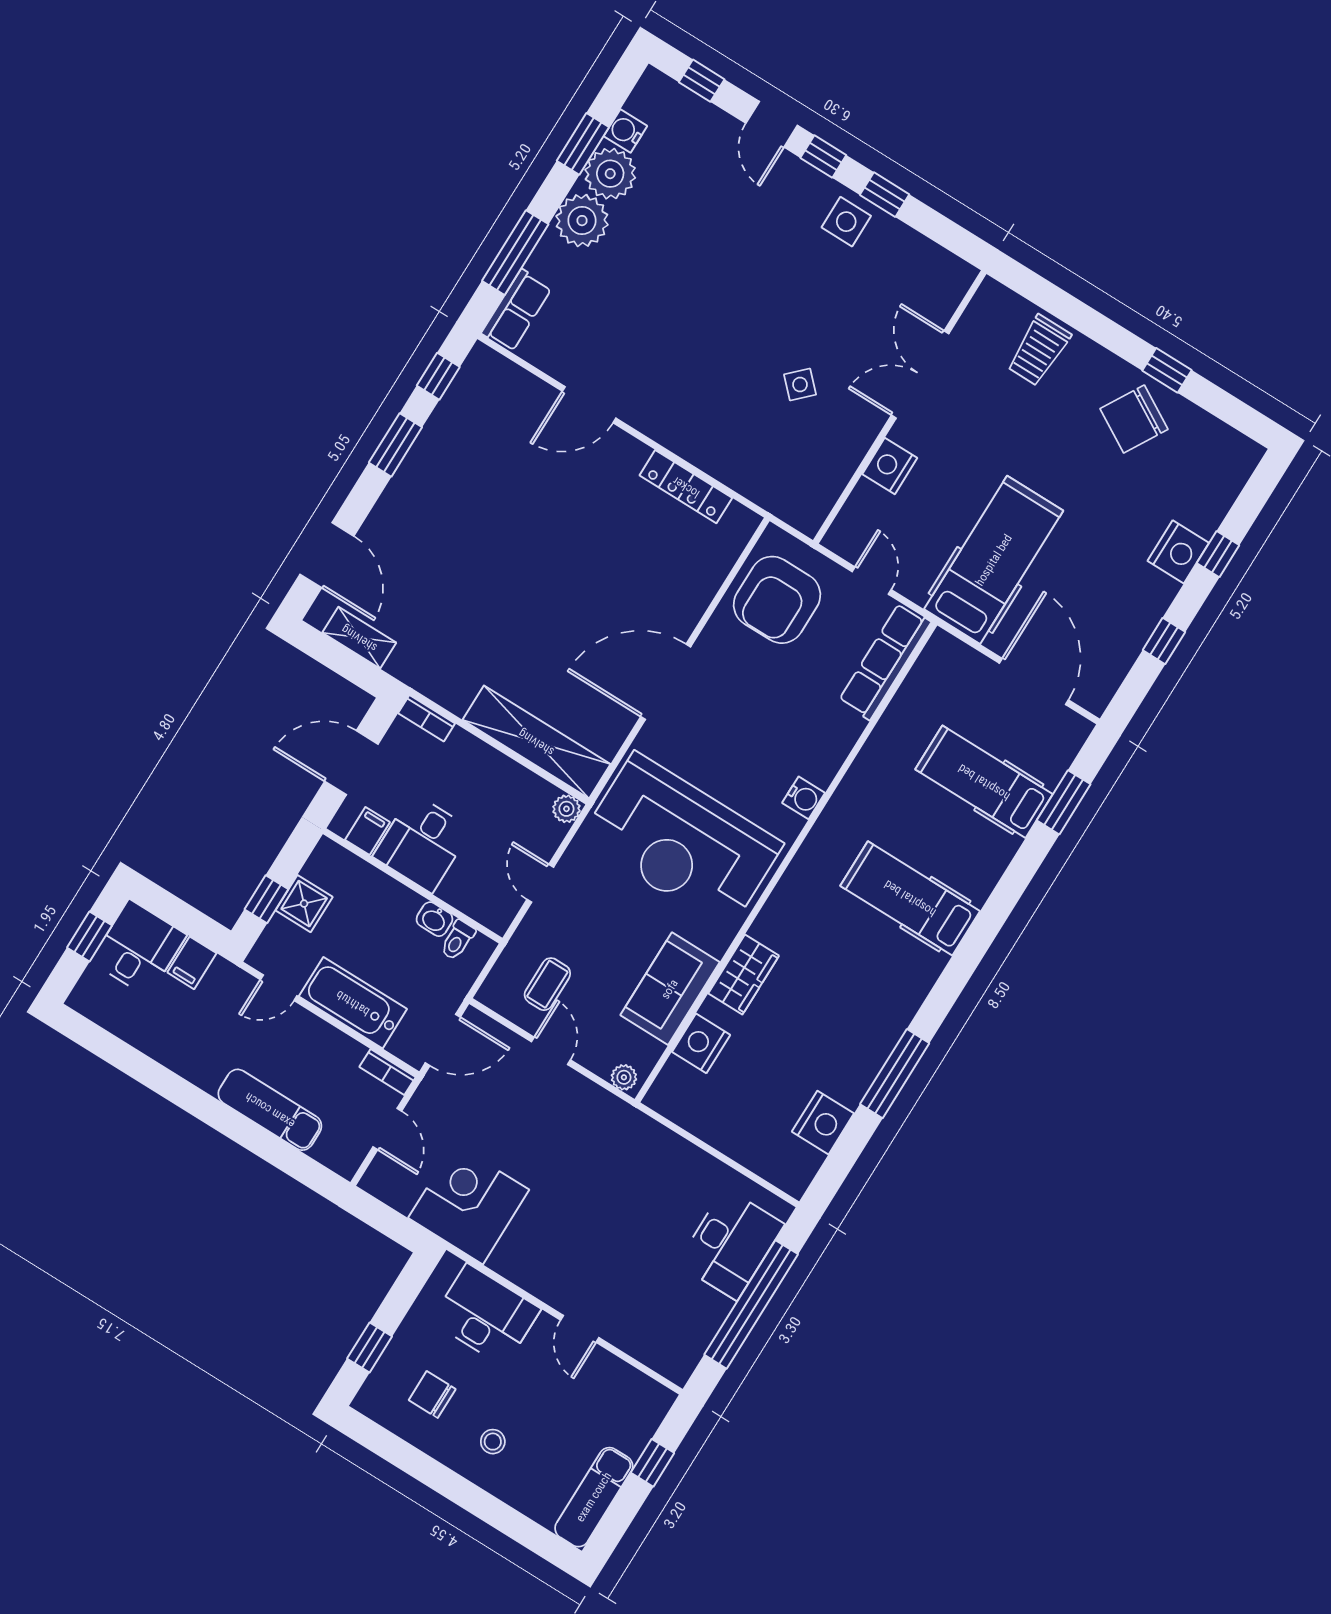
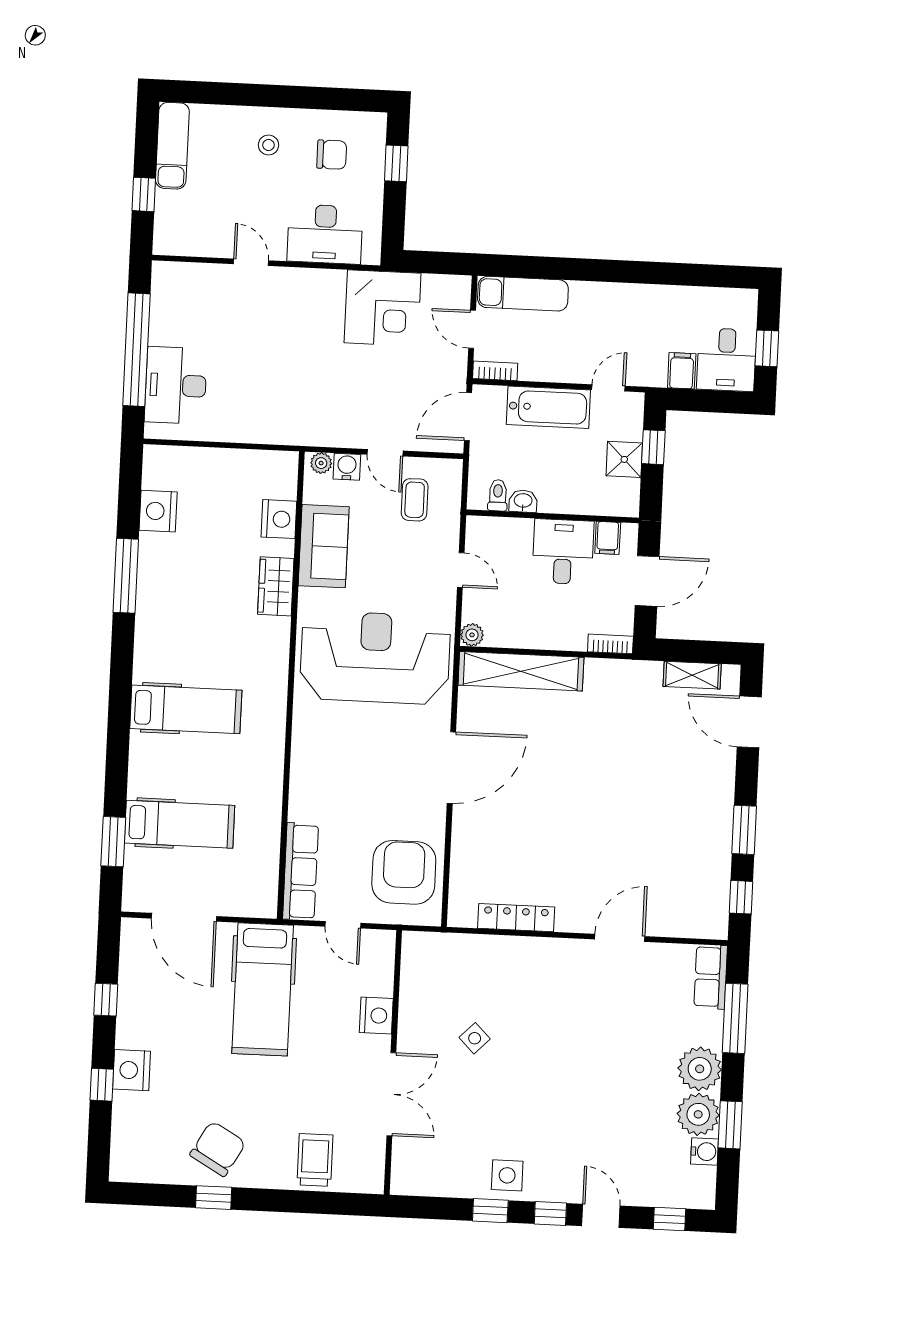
water cooler: (804, 798) -> (347, 467), moved, turned 90
exam couch: (270, 1110) -> (523, 294), moved

